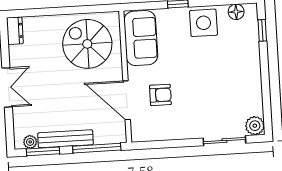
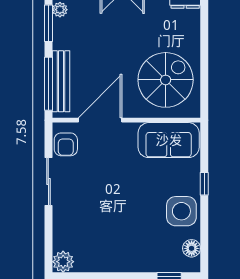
armchair: (160, 95) -> (66, 144), moved
bench: (66, 139) -> (61, 81), moved
sliding door: (224, 141) -> (48, 181), moved

